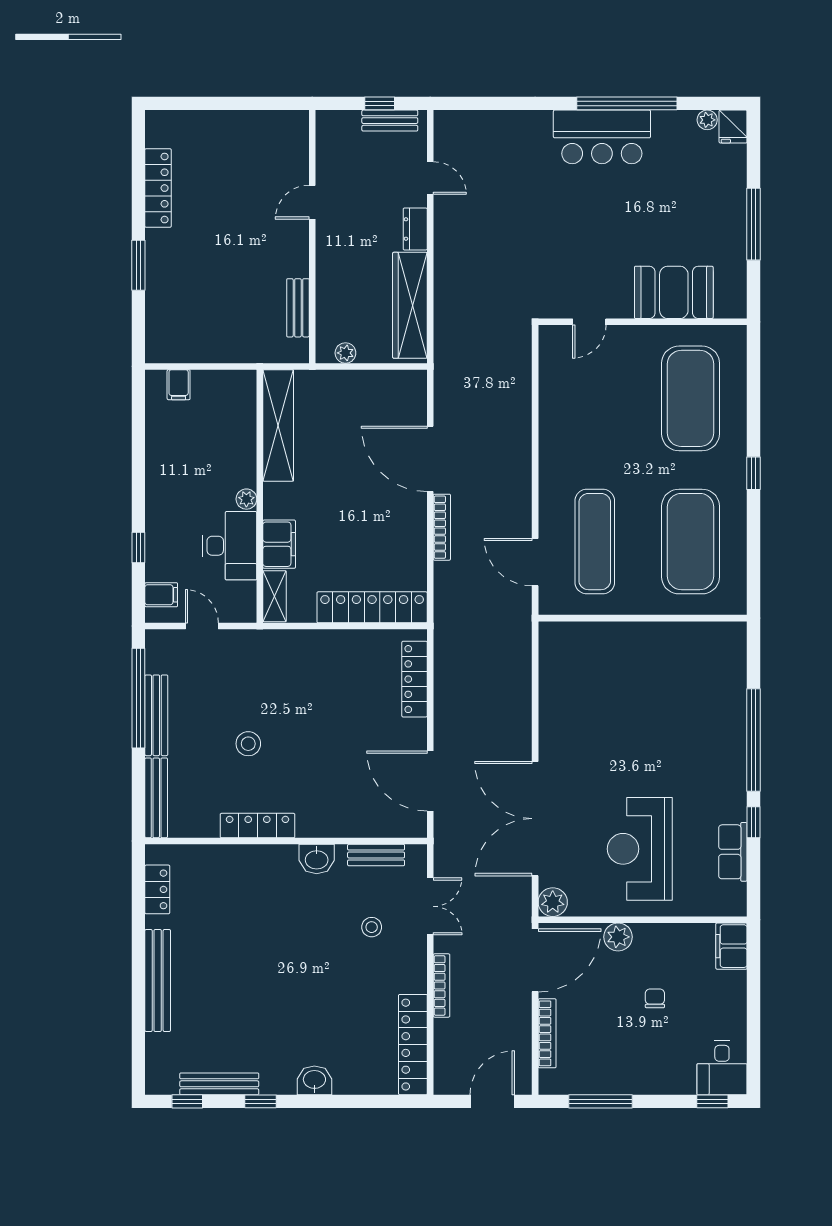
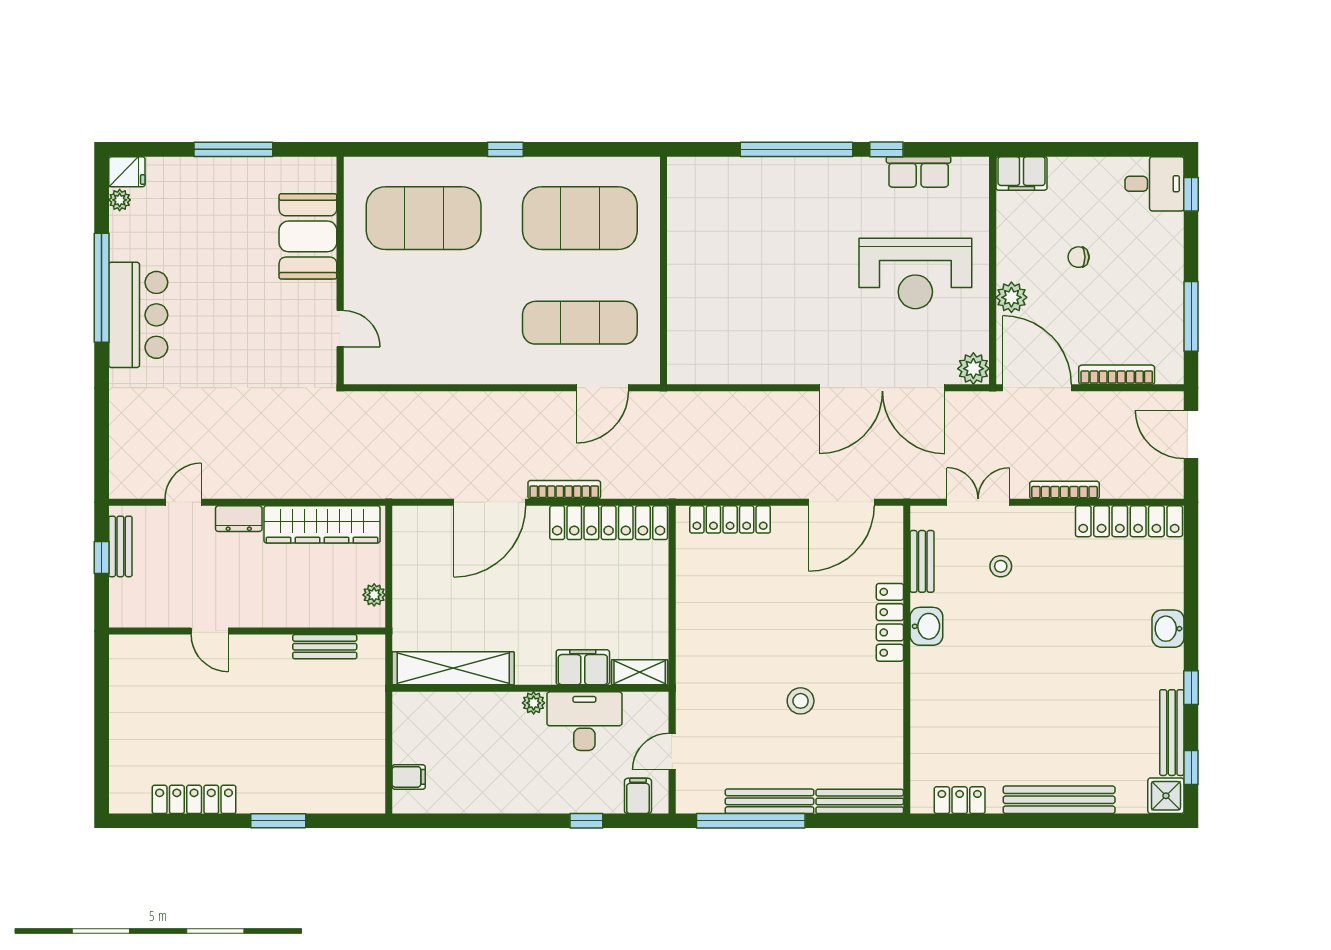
locker: (372, 607) -> (609, 523), moved, turned -90
locker: (257, 826) -> (890, 622), moved
shower: (161, 1078) -> (1166, 796), added

